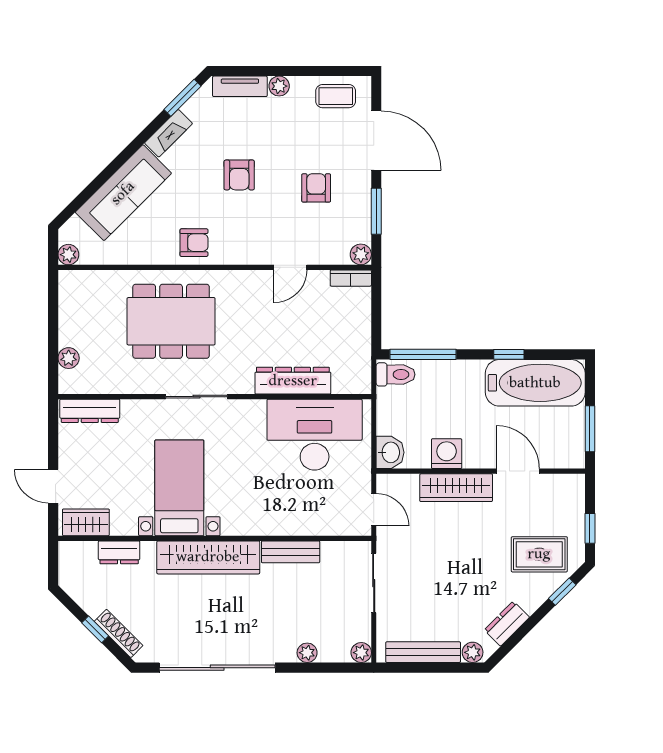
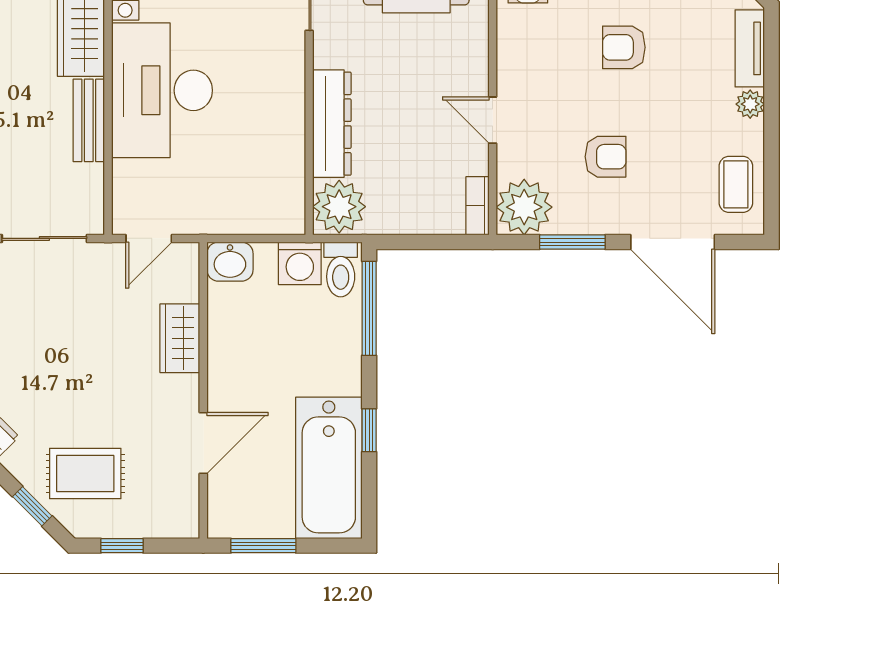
door: (376, 141) -> (673, 242), hinge flipped
plant: (361, 254) -> (524, 207), width x1.87, depth x1.87
plant: (351, 376) -> (339, 207), added
desk: (315, 435) -> (162, 90), moved, turned 180
washing machine: (447, 454) -> (300, 263), moved, turned 90
wardrobe: (456, 488) -> (180, 338), width x0.67
rug: (539, 554) -> (85, 474), turned 90

